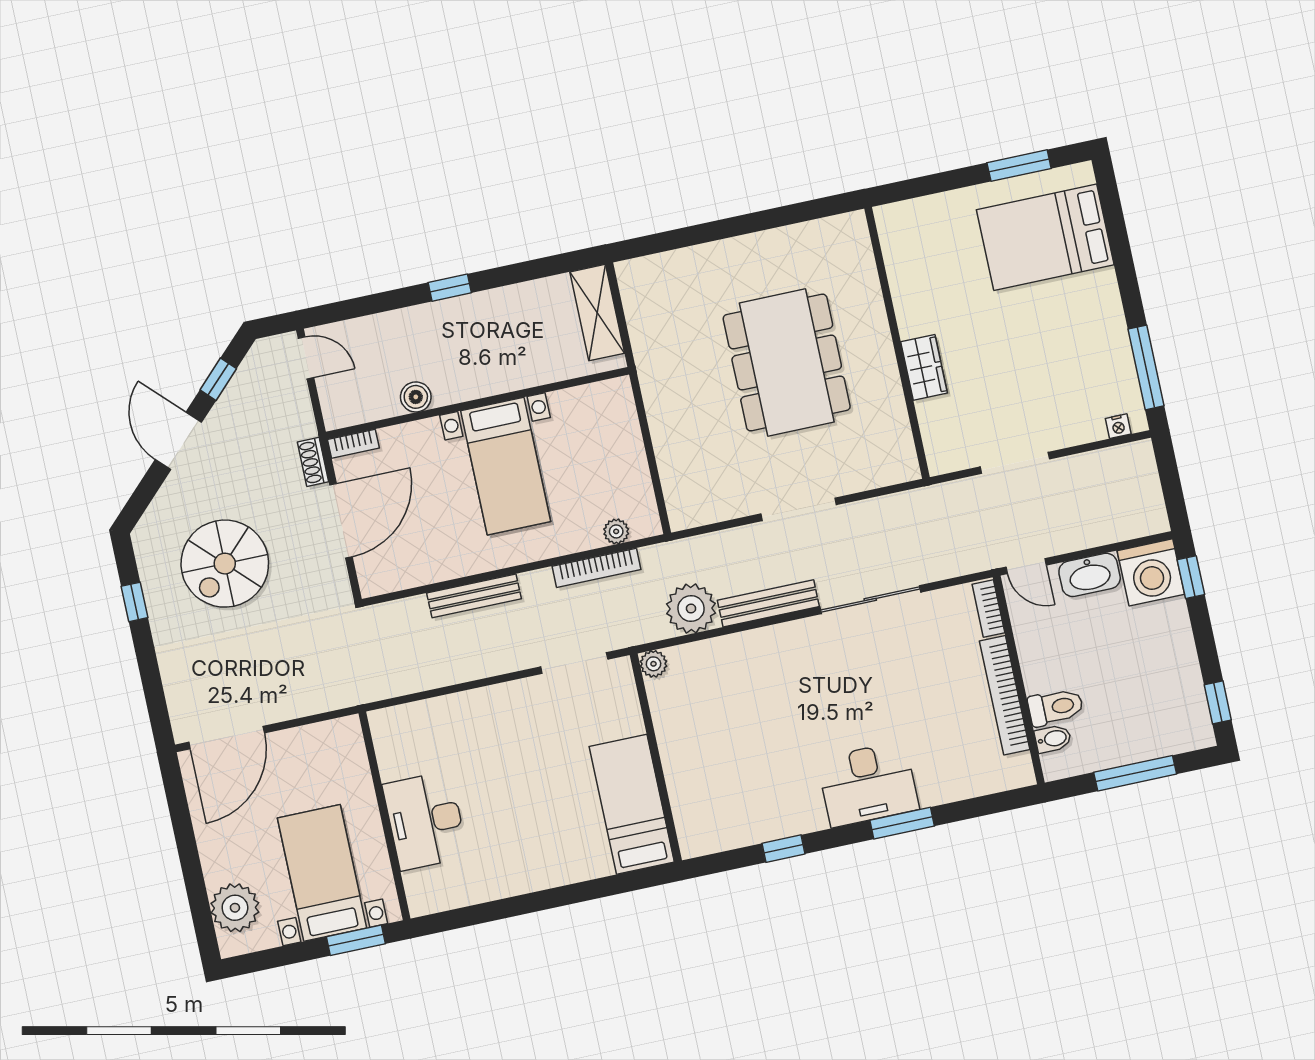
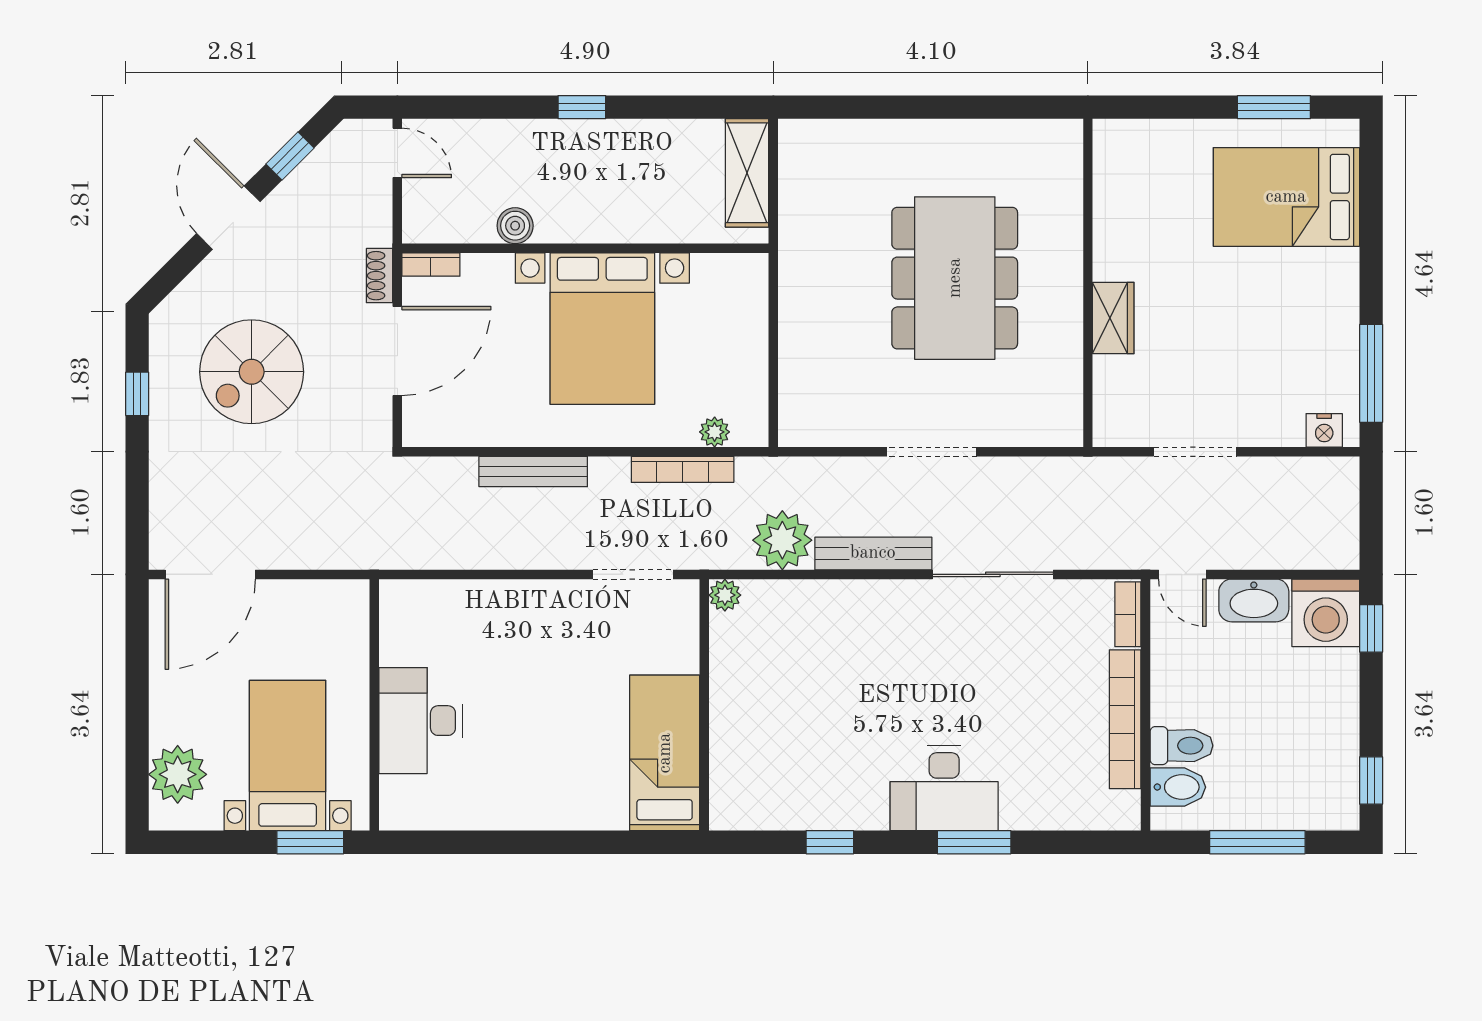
nightstand: (1118, 426) -> (1324, 430), width x1.39, depth x1.35
bed with nightstands: (506, 466) -> (602, 329), width x1.36
bidet: (1053, 739) -> (1178, 787), width x1.38, depth x1.36

